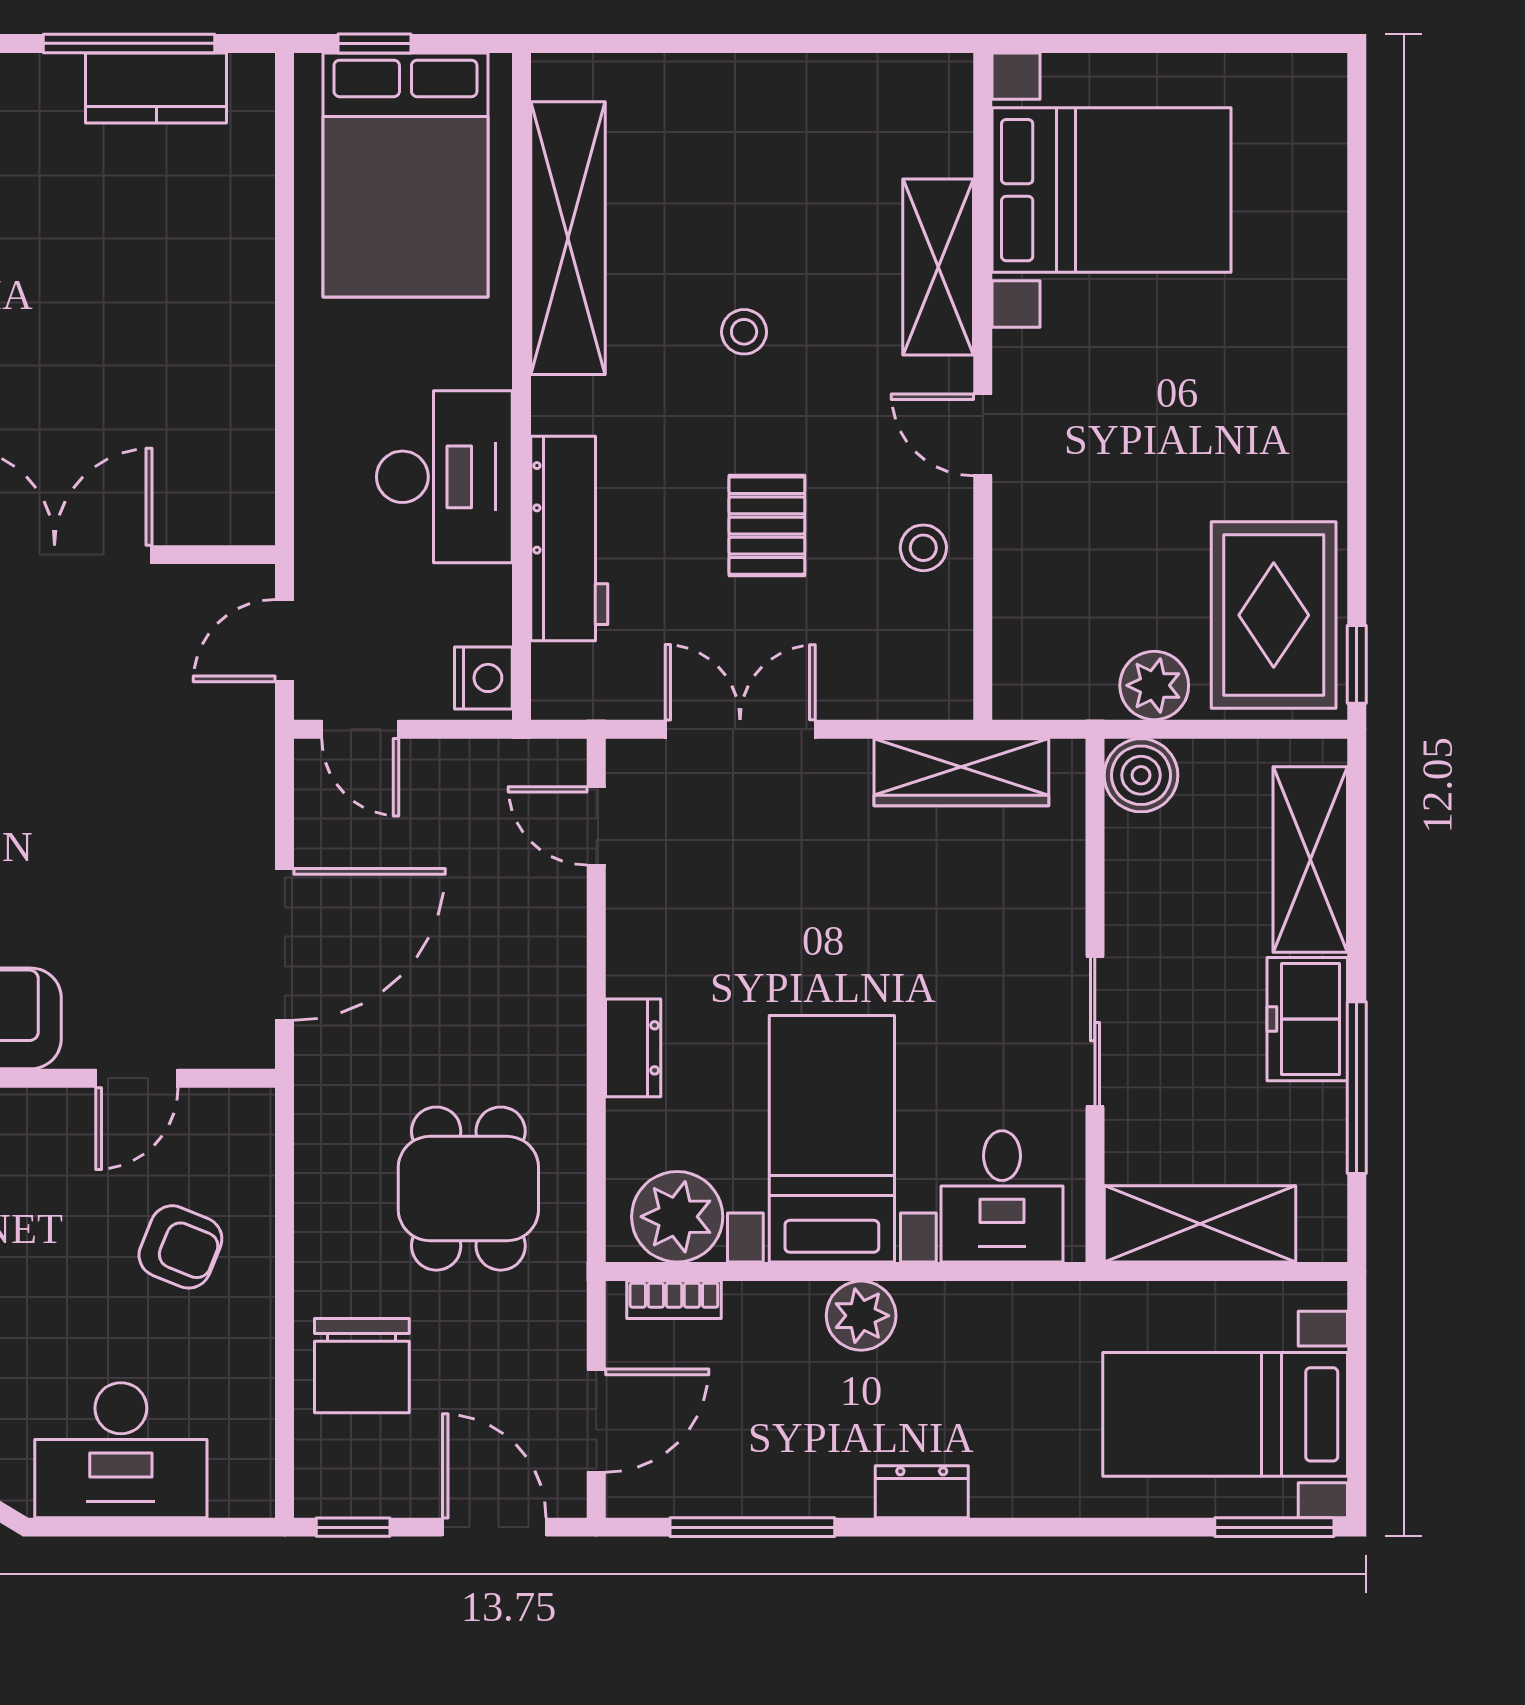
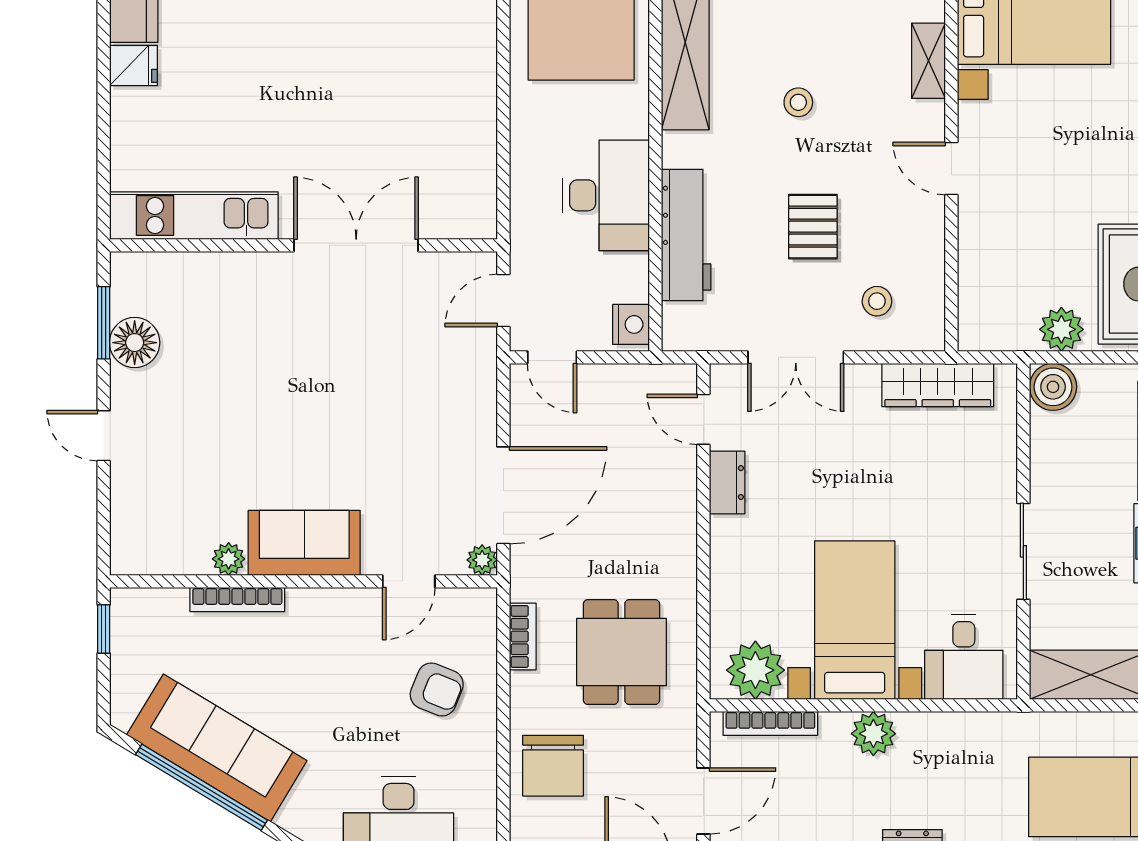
shelving: (938, 267) -> (928, 61), width x0.67, depth x0.75
stool: (923, 548) -> (877, 301), moved
double door: (740, 729) -> (796, 357), swing flipped
plant: (251, 1045) -> (482, 560), added
dresser: (633, 1048) -> (727, 483), moved
bookcase: (315, 1164) -> (523, 636), added
bookcase: (674, 1300) -> (770, 723), width x1.56

